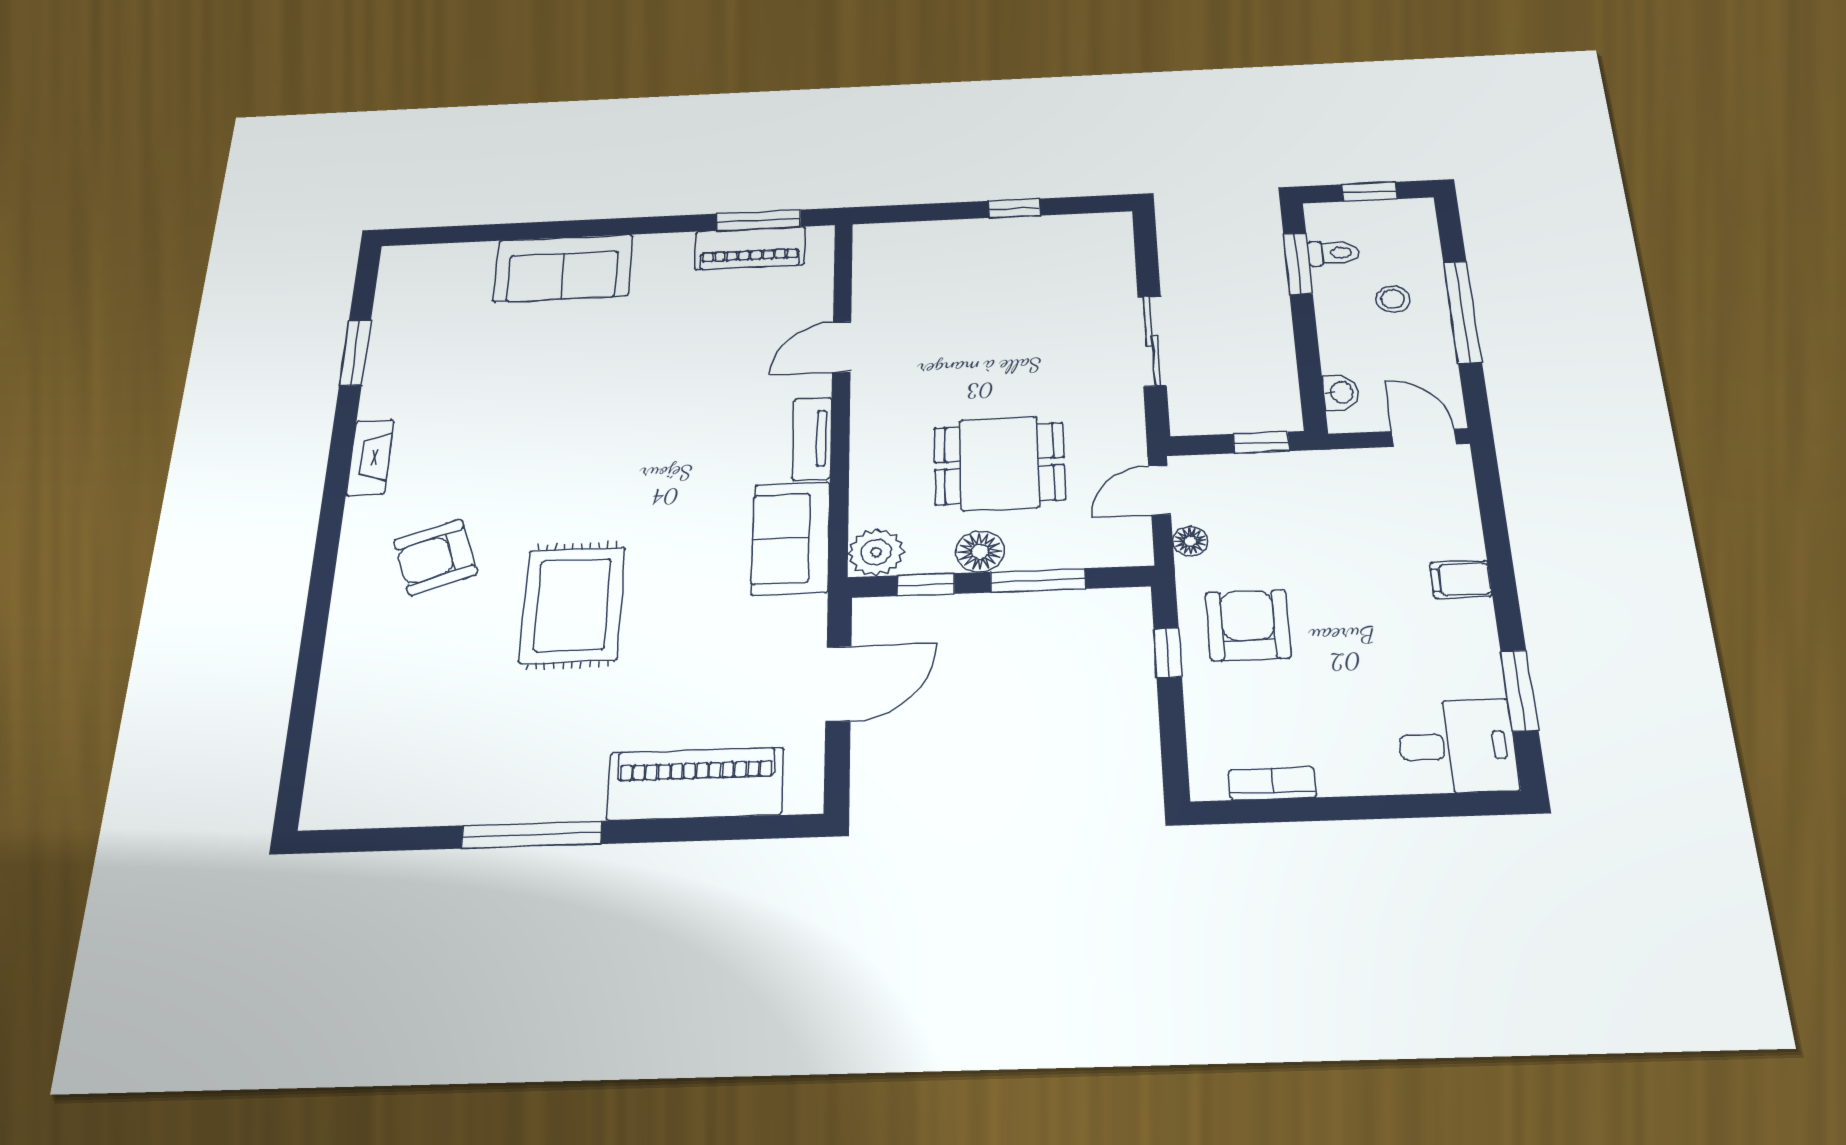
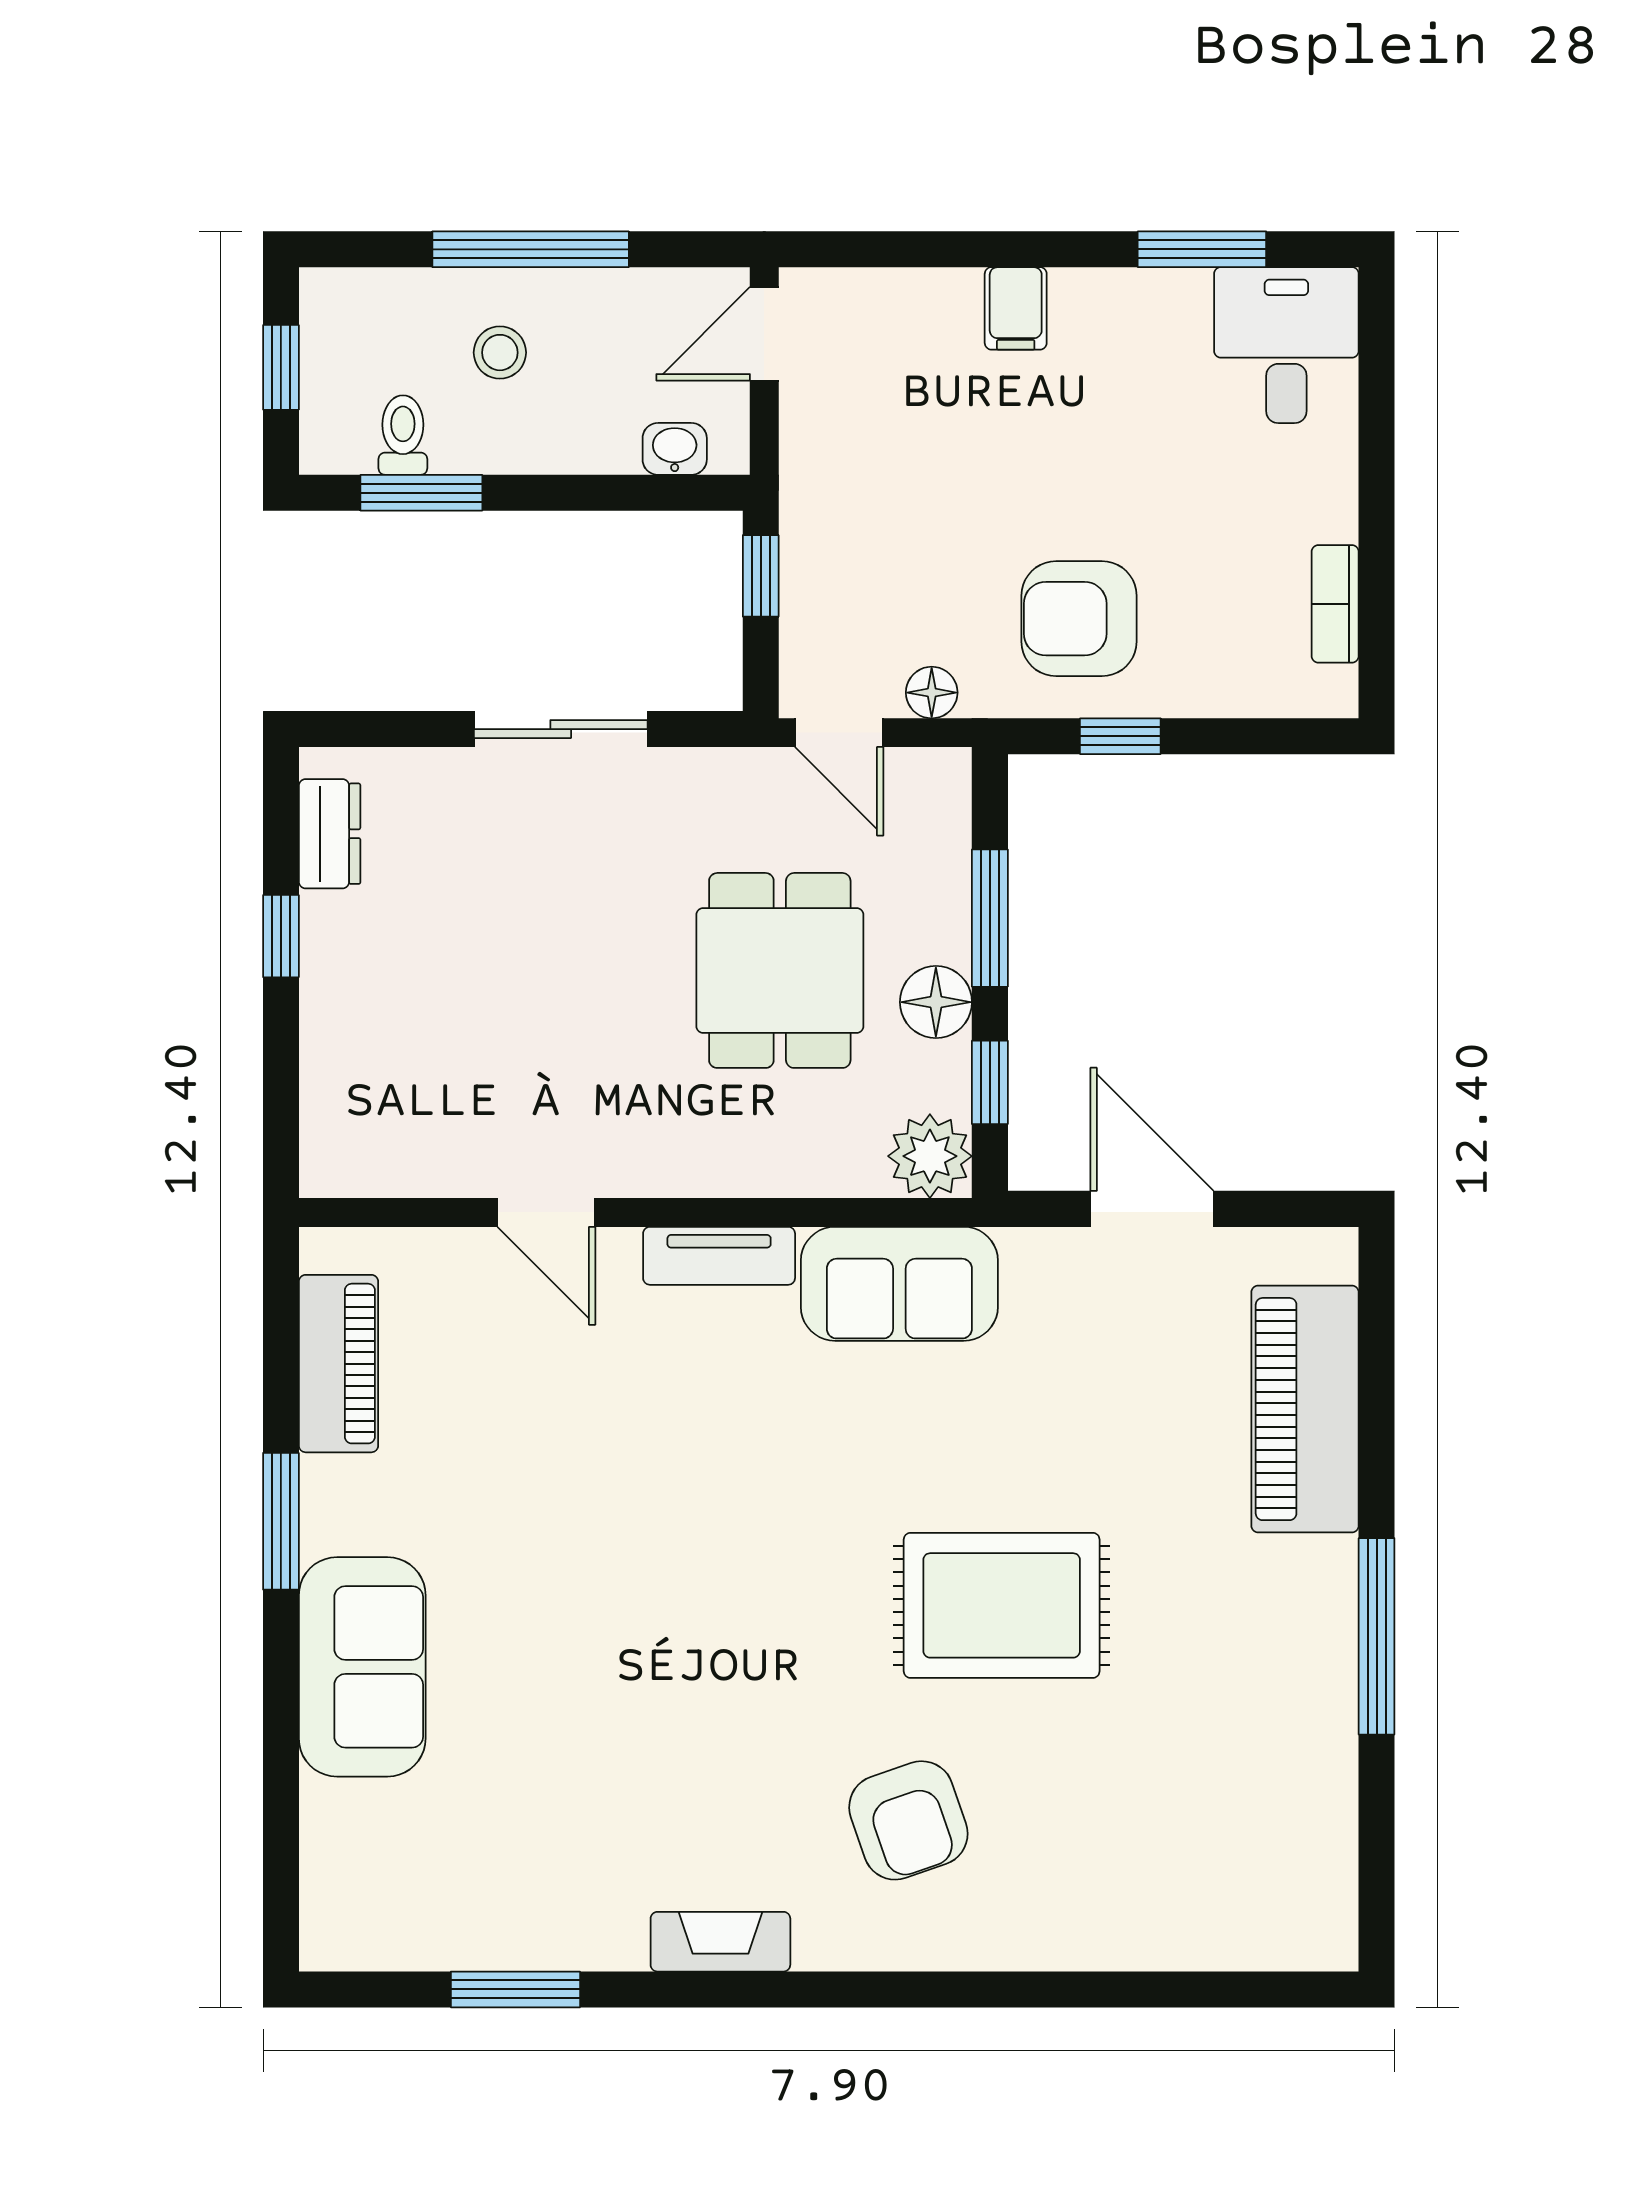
window: (758, 220) -> (281, 1521), moved
dresser: (1079, 229) -> (330, 834), added

